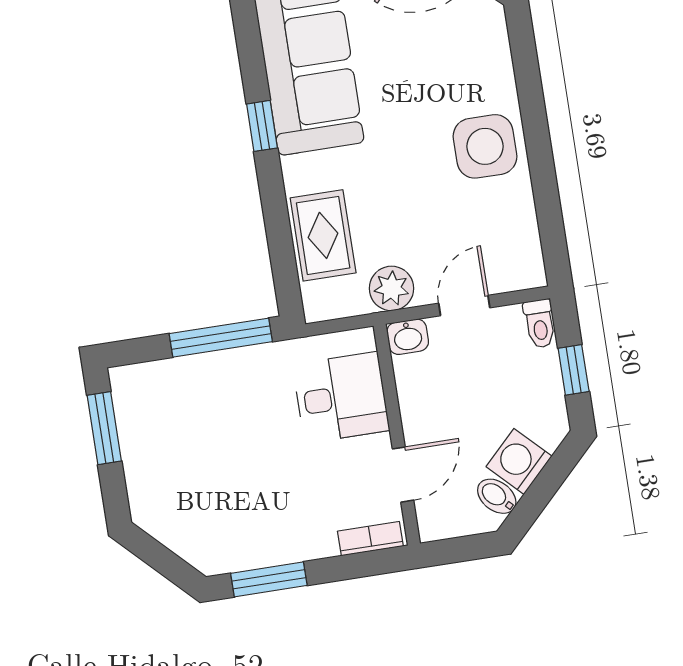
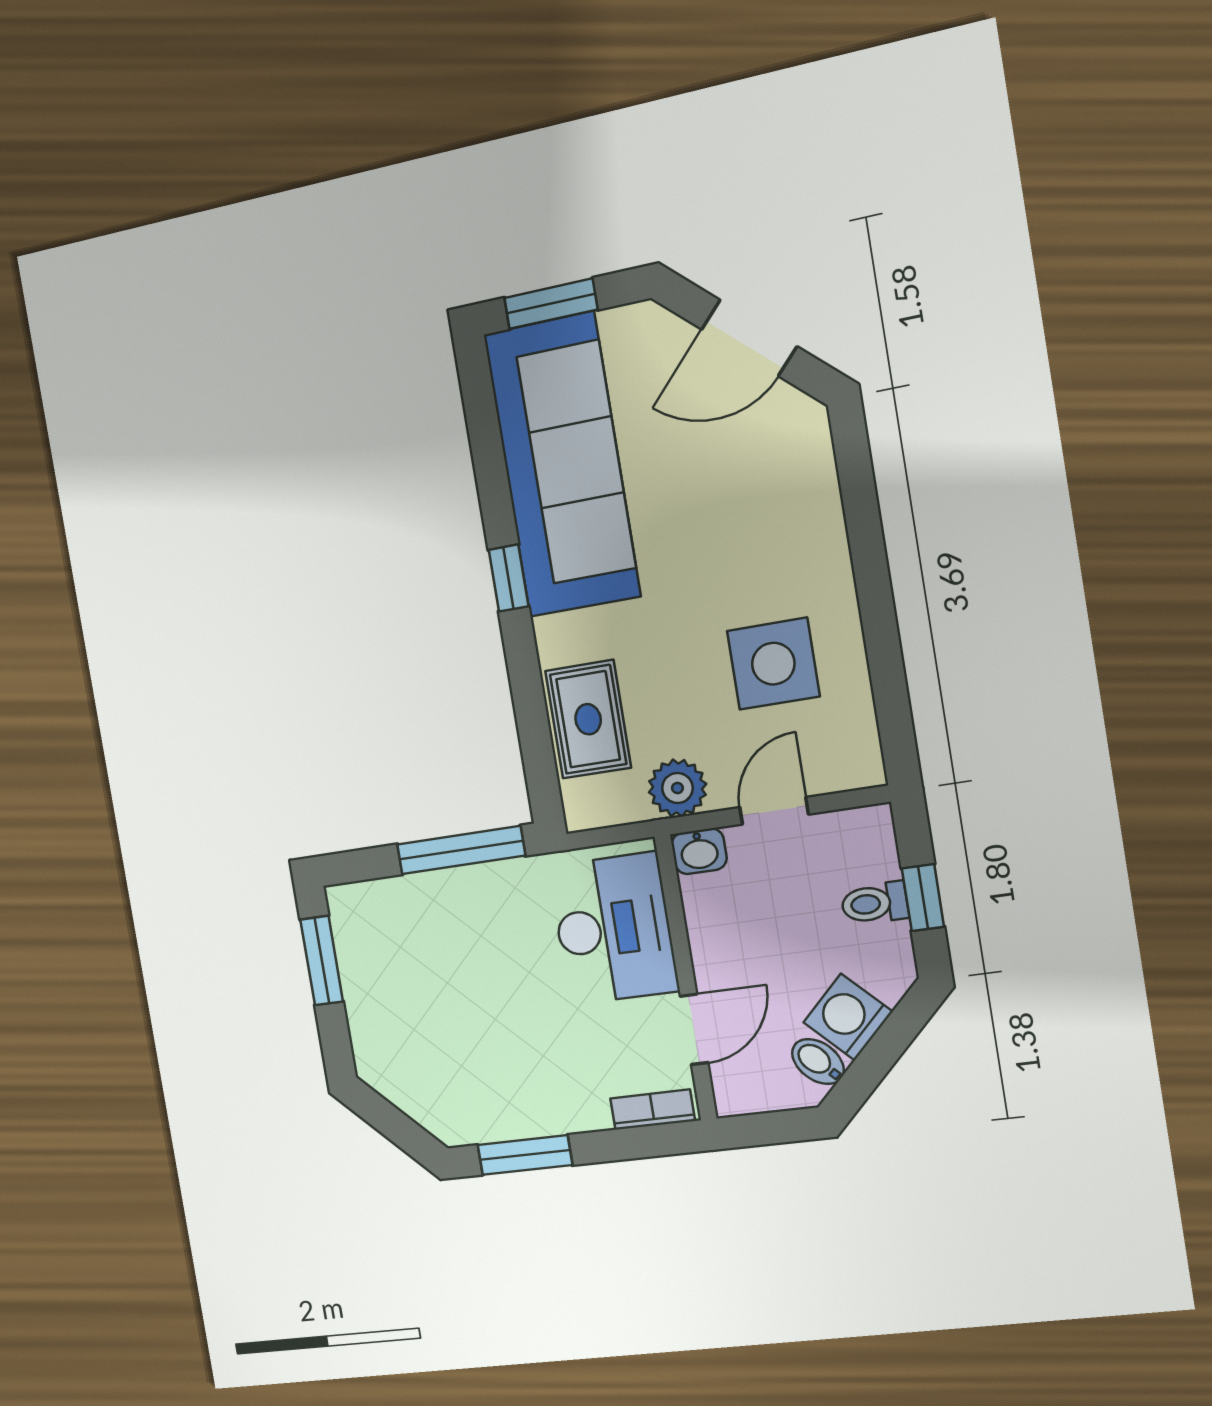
side table: (485, 146) -> (773, 664), moved
toilet: (540, 324) -> (875, 903), moved, turned 90
desk: (341, 398) -> (613, 929), width x1.37

